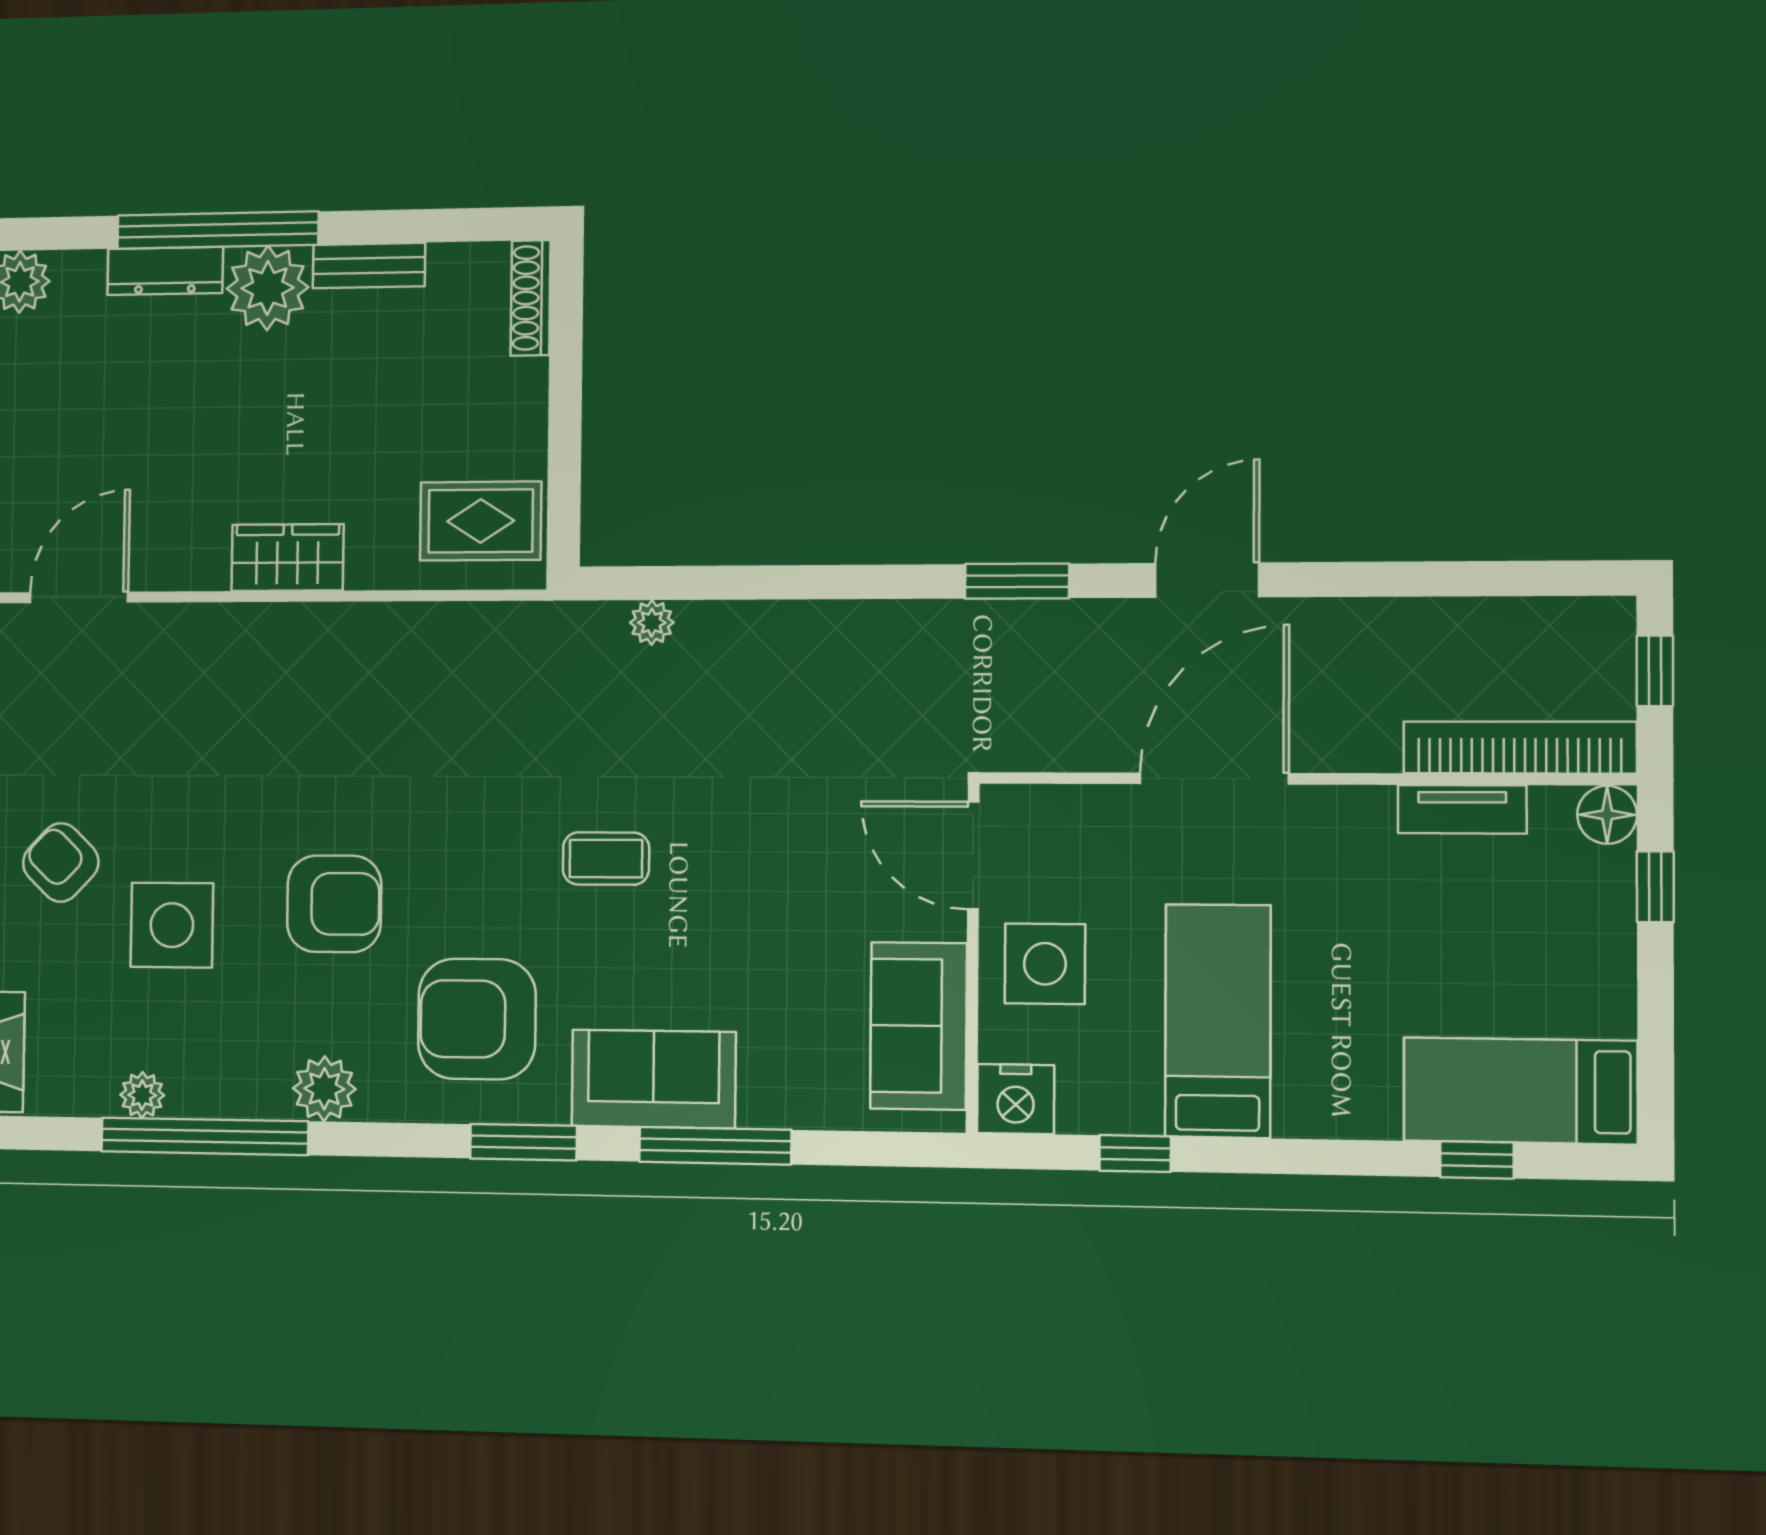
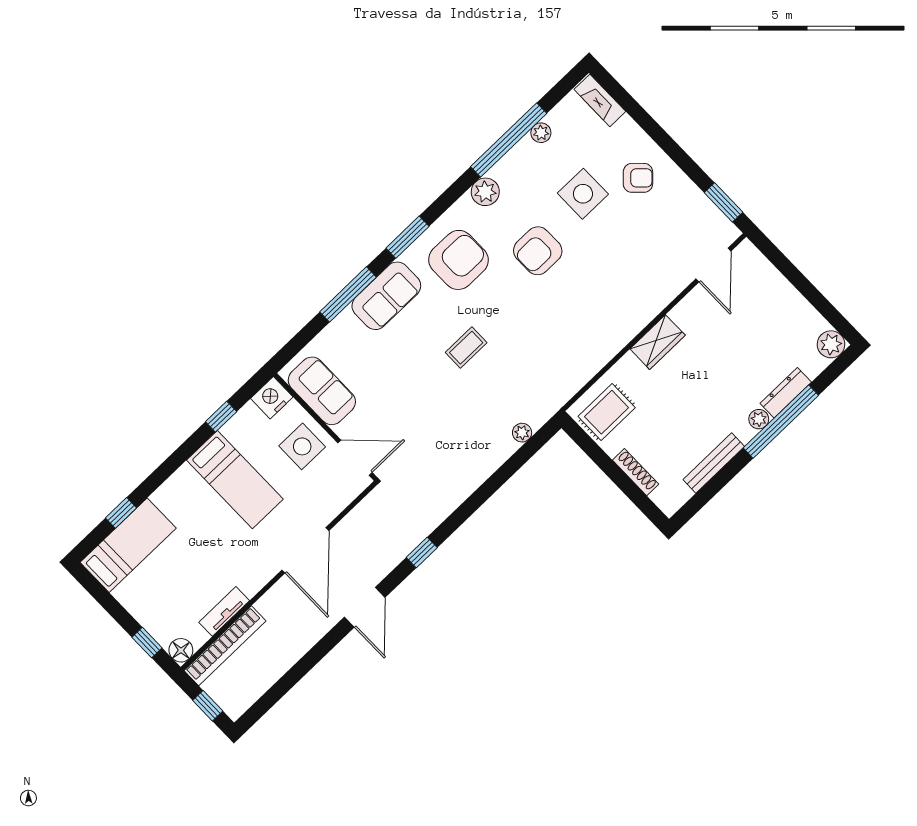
bench: (369, 265) -> (714, 463), width x1.36
plant: (268, 288) -> (759, 419), width x0.53, depth x0.53
shoe rack: (531, 298) -> (636, 472), moved
window: (1017, 581) -> (422, 552), width x0.67

